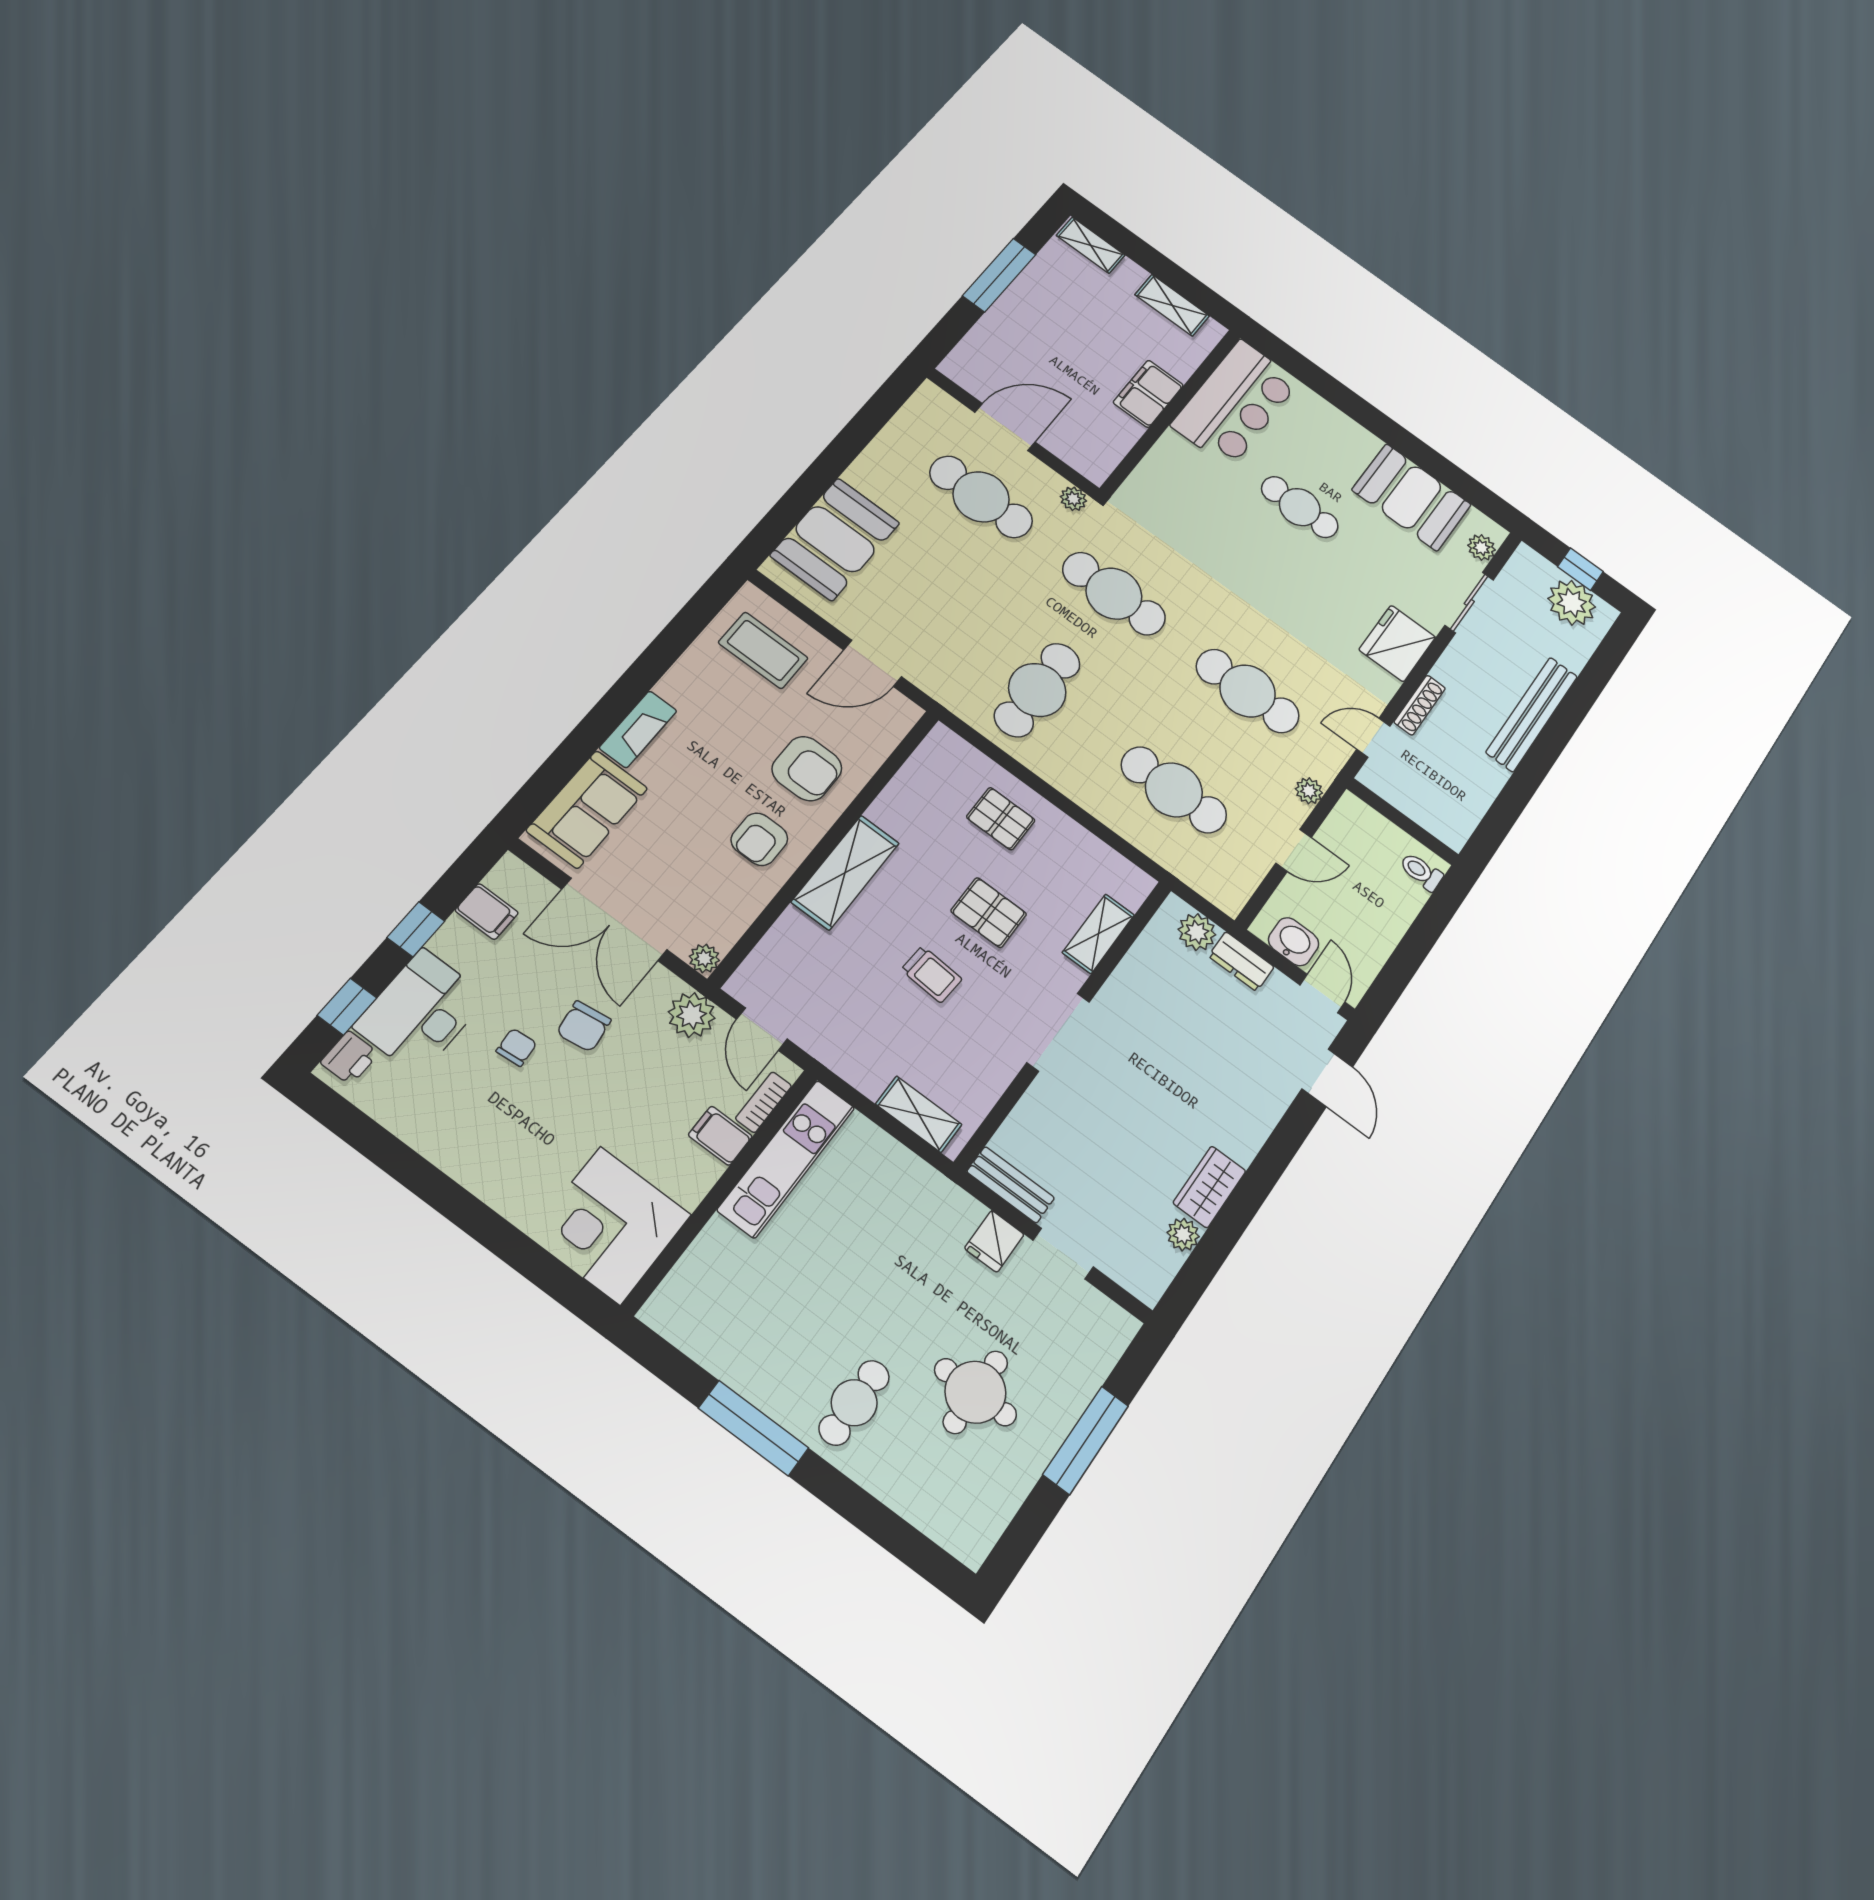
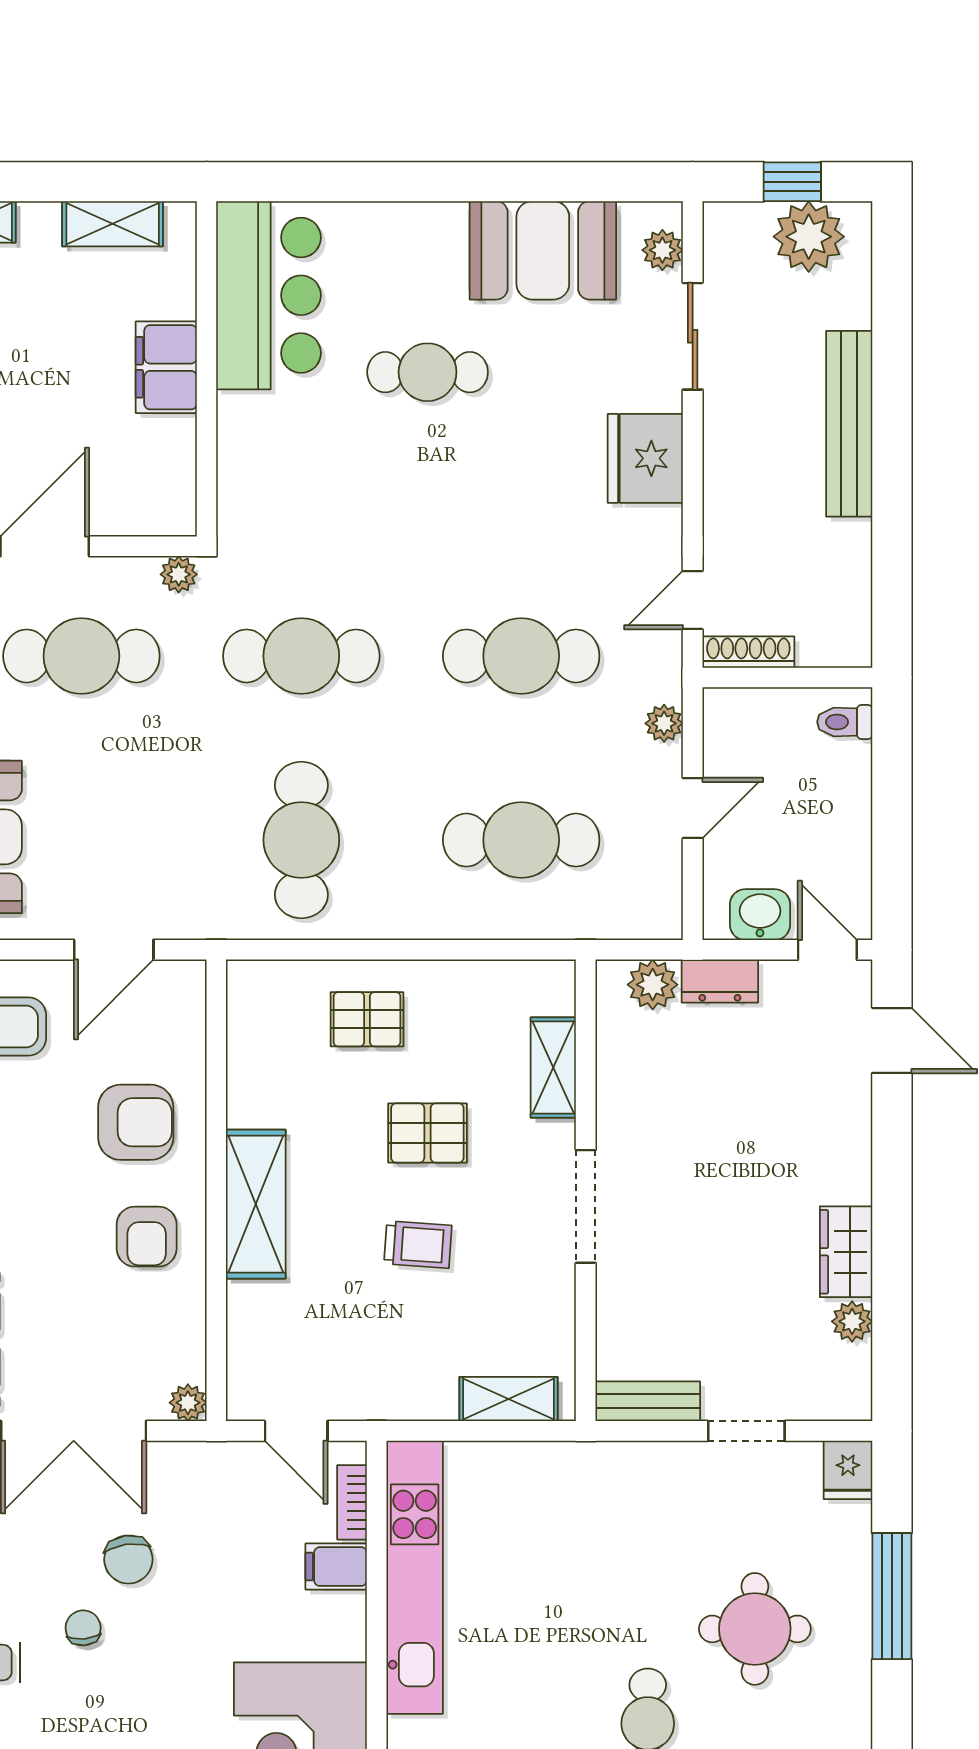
shoe rack: (1420, 705) -> (748, 652), moved, turned -90
plant: (692, 1015) -> (219, 1469), removed
kitchen unit: (786, 1159) -> (415, 1577), width x1.36
fridge: (994, 1241) -> (848, 1470), moved

